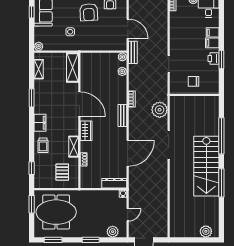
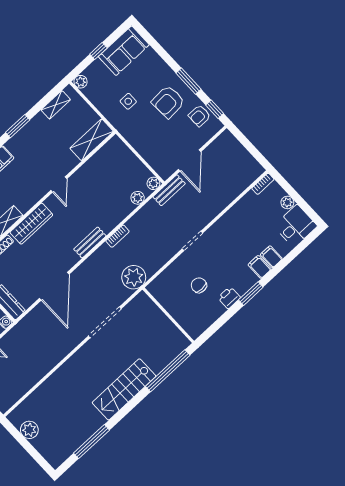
window: (32, 12) -> (98, 51), moved
printer: (213, 59) -> (229, 298), moved
wall: (194, 95) -> (168, 315), moved
door: (79, 104) -> (59, 184), width x0.53
wardrobe: (86, 131) -> (31, 224), width x1.50
door: (128, 153) -> (54, 286), hinge flipped
stairs: (206, 166) -> (124, 389), width x0.73, depth x0.66
window: (221, 183) -> (92, 442), moved
plant: (206, 231) -> (29, 430), moved

